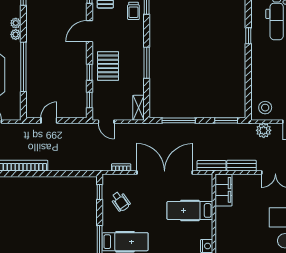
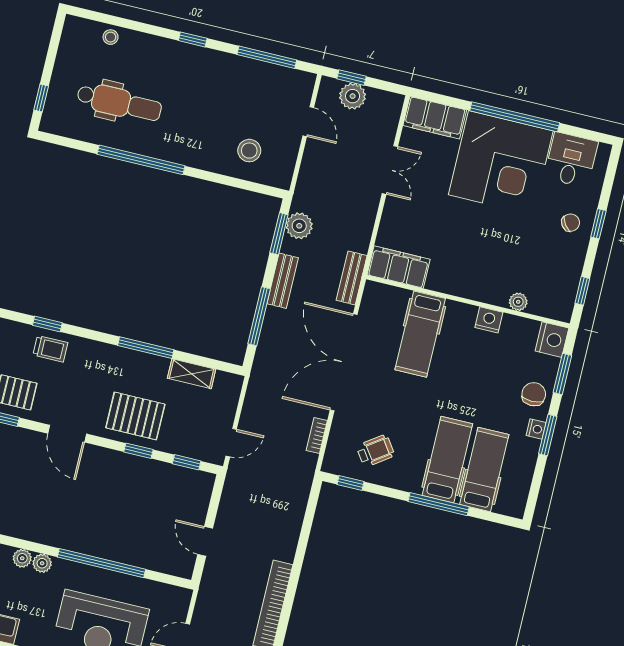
window: (248, 36) -> (141, 160), width x3.17
shelving: (138, 108) -> (192, 374), moved
stool: (265, 108) -> (249, 151), moved
plant: (264, 130) -> (299, 226), moved
bench: (242, 166) -> (283, 281), moved

